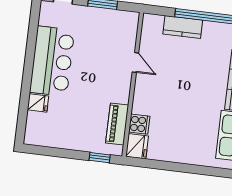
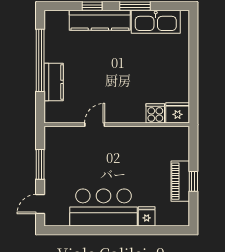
piano: (117, 124) -> (180, 181), moved, turned 90
window: (100, 158) -> (193, 181), moved

